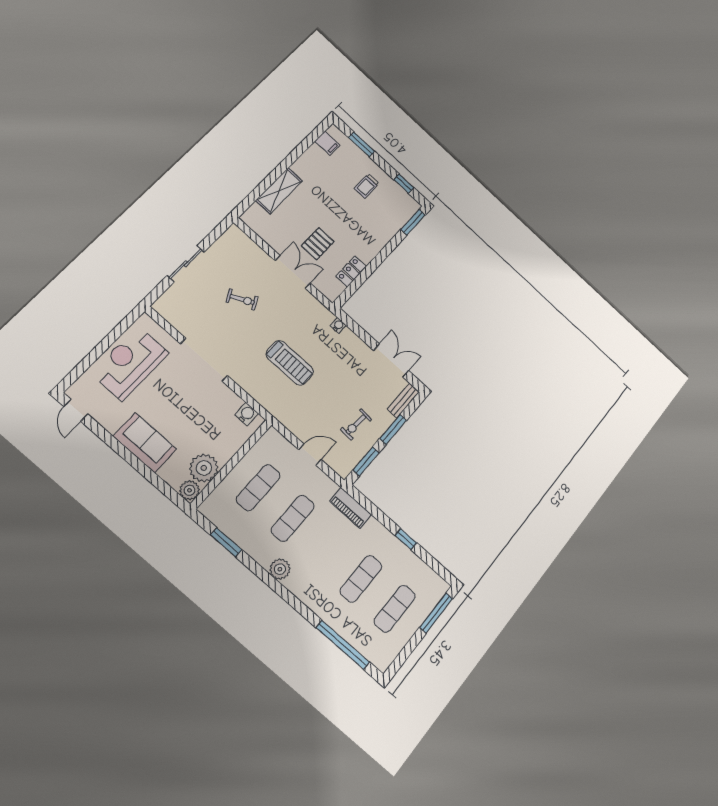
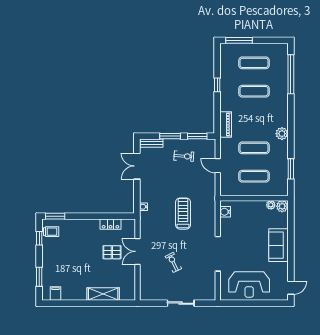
trolley: (367, 186) -> (51, 232), moved
plant: (204, 468) -> (271, 205), width x0.53, depth x0.53

